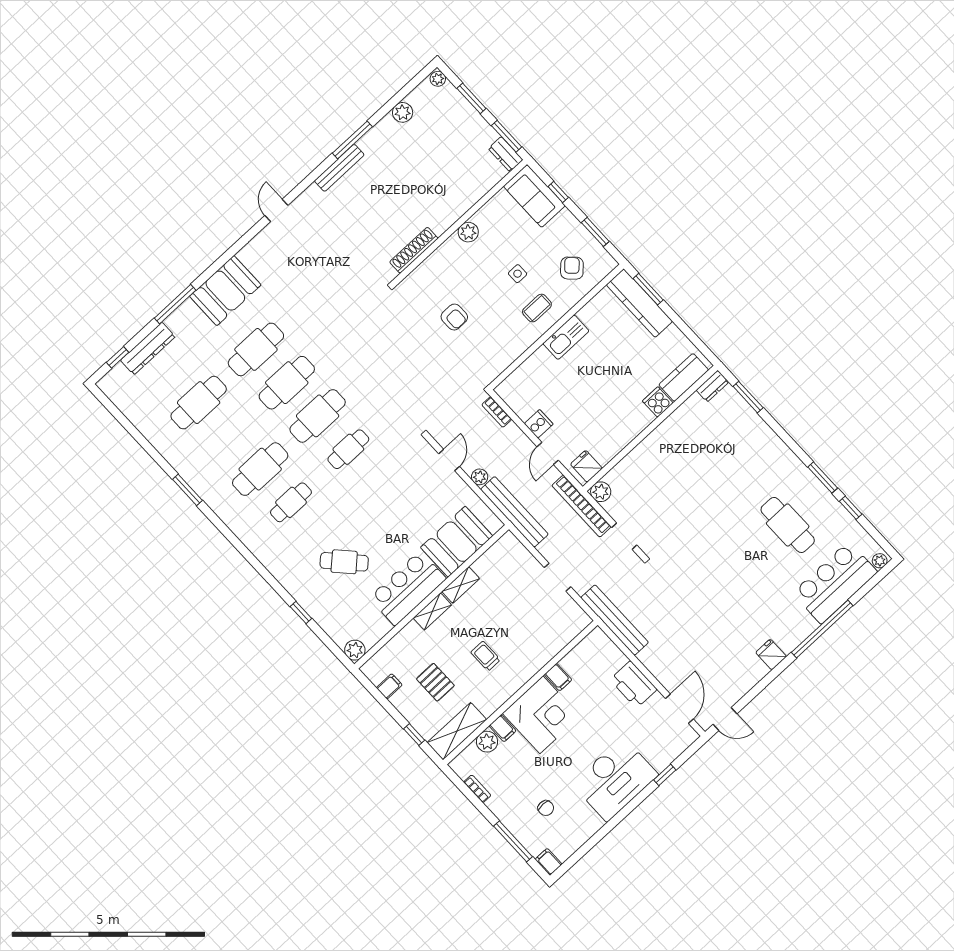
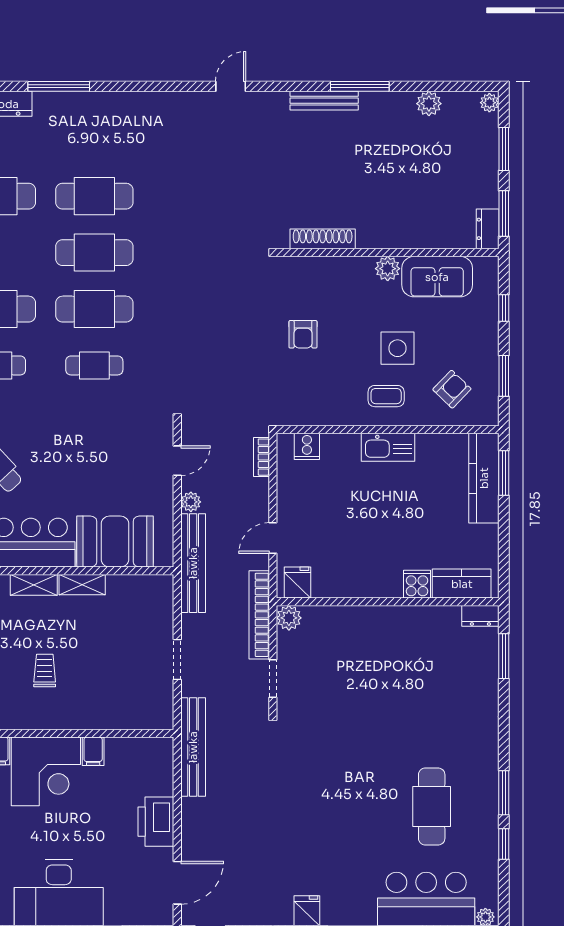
sofa: (534, 196) -> (437, 277), moved, turned -90
side table: (518, 274) -> (397, 348), width x1.87, depth x1.87
booth: (225, 291) -> (116, 116), removed
cooker: (539, 424) -> (307, 446), moved, turned 90

